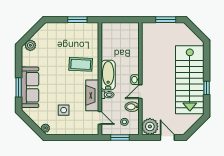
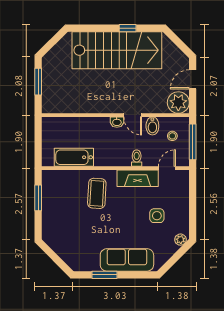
plant: (30, 45) -> (72, 259), removed
bathtub: (108, 75) -> (74, 157), moved
window: (19, 87) -> (104, 275), moved
window: (120, 137) -> (193, 142), width x1.44

